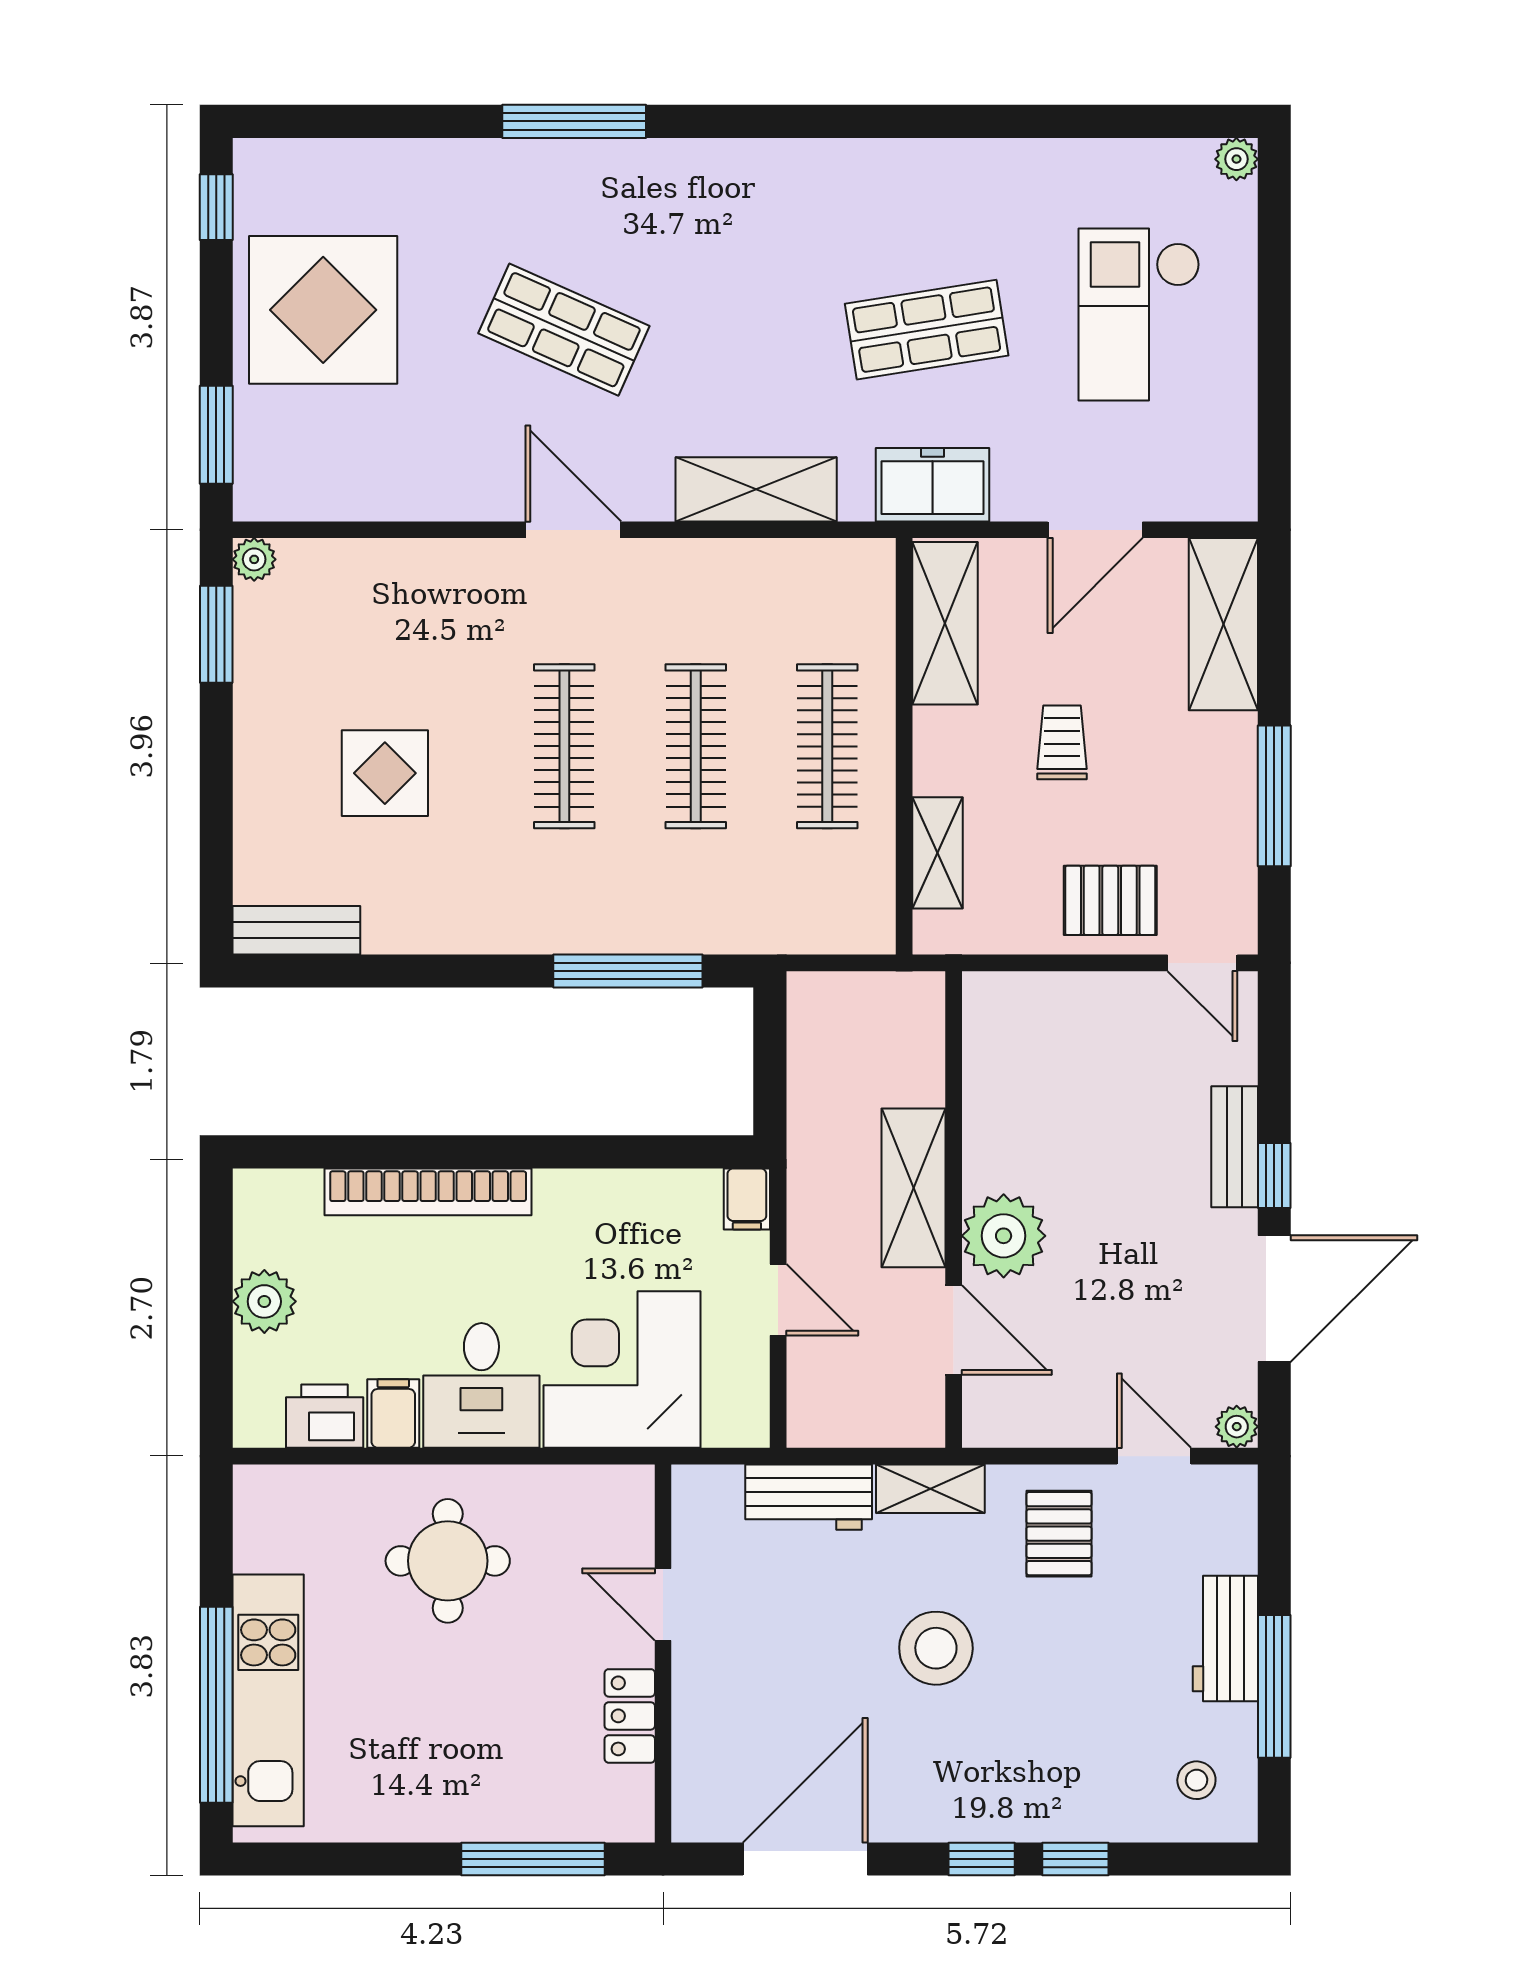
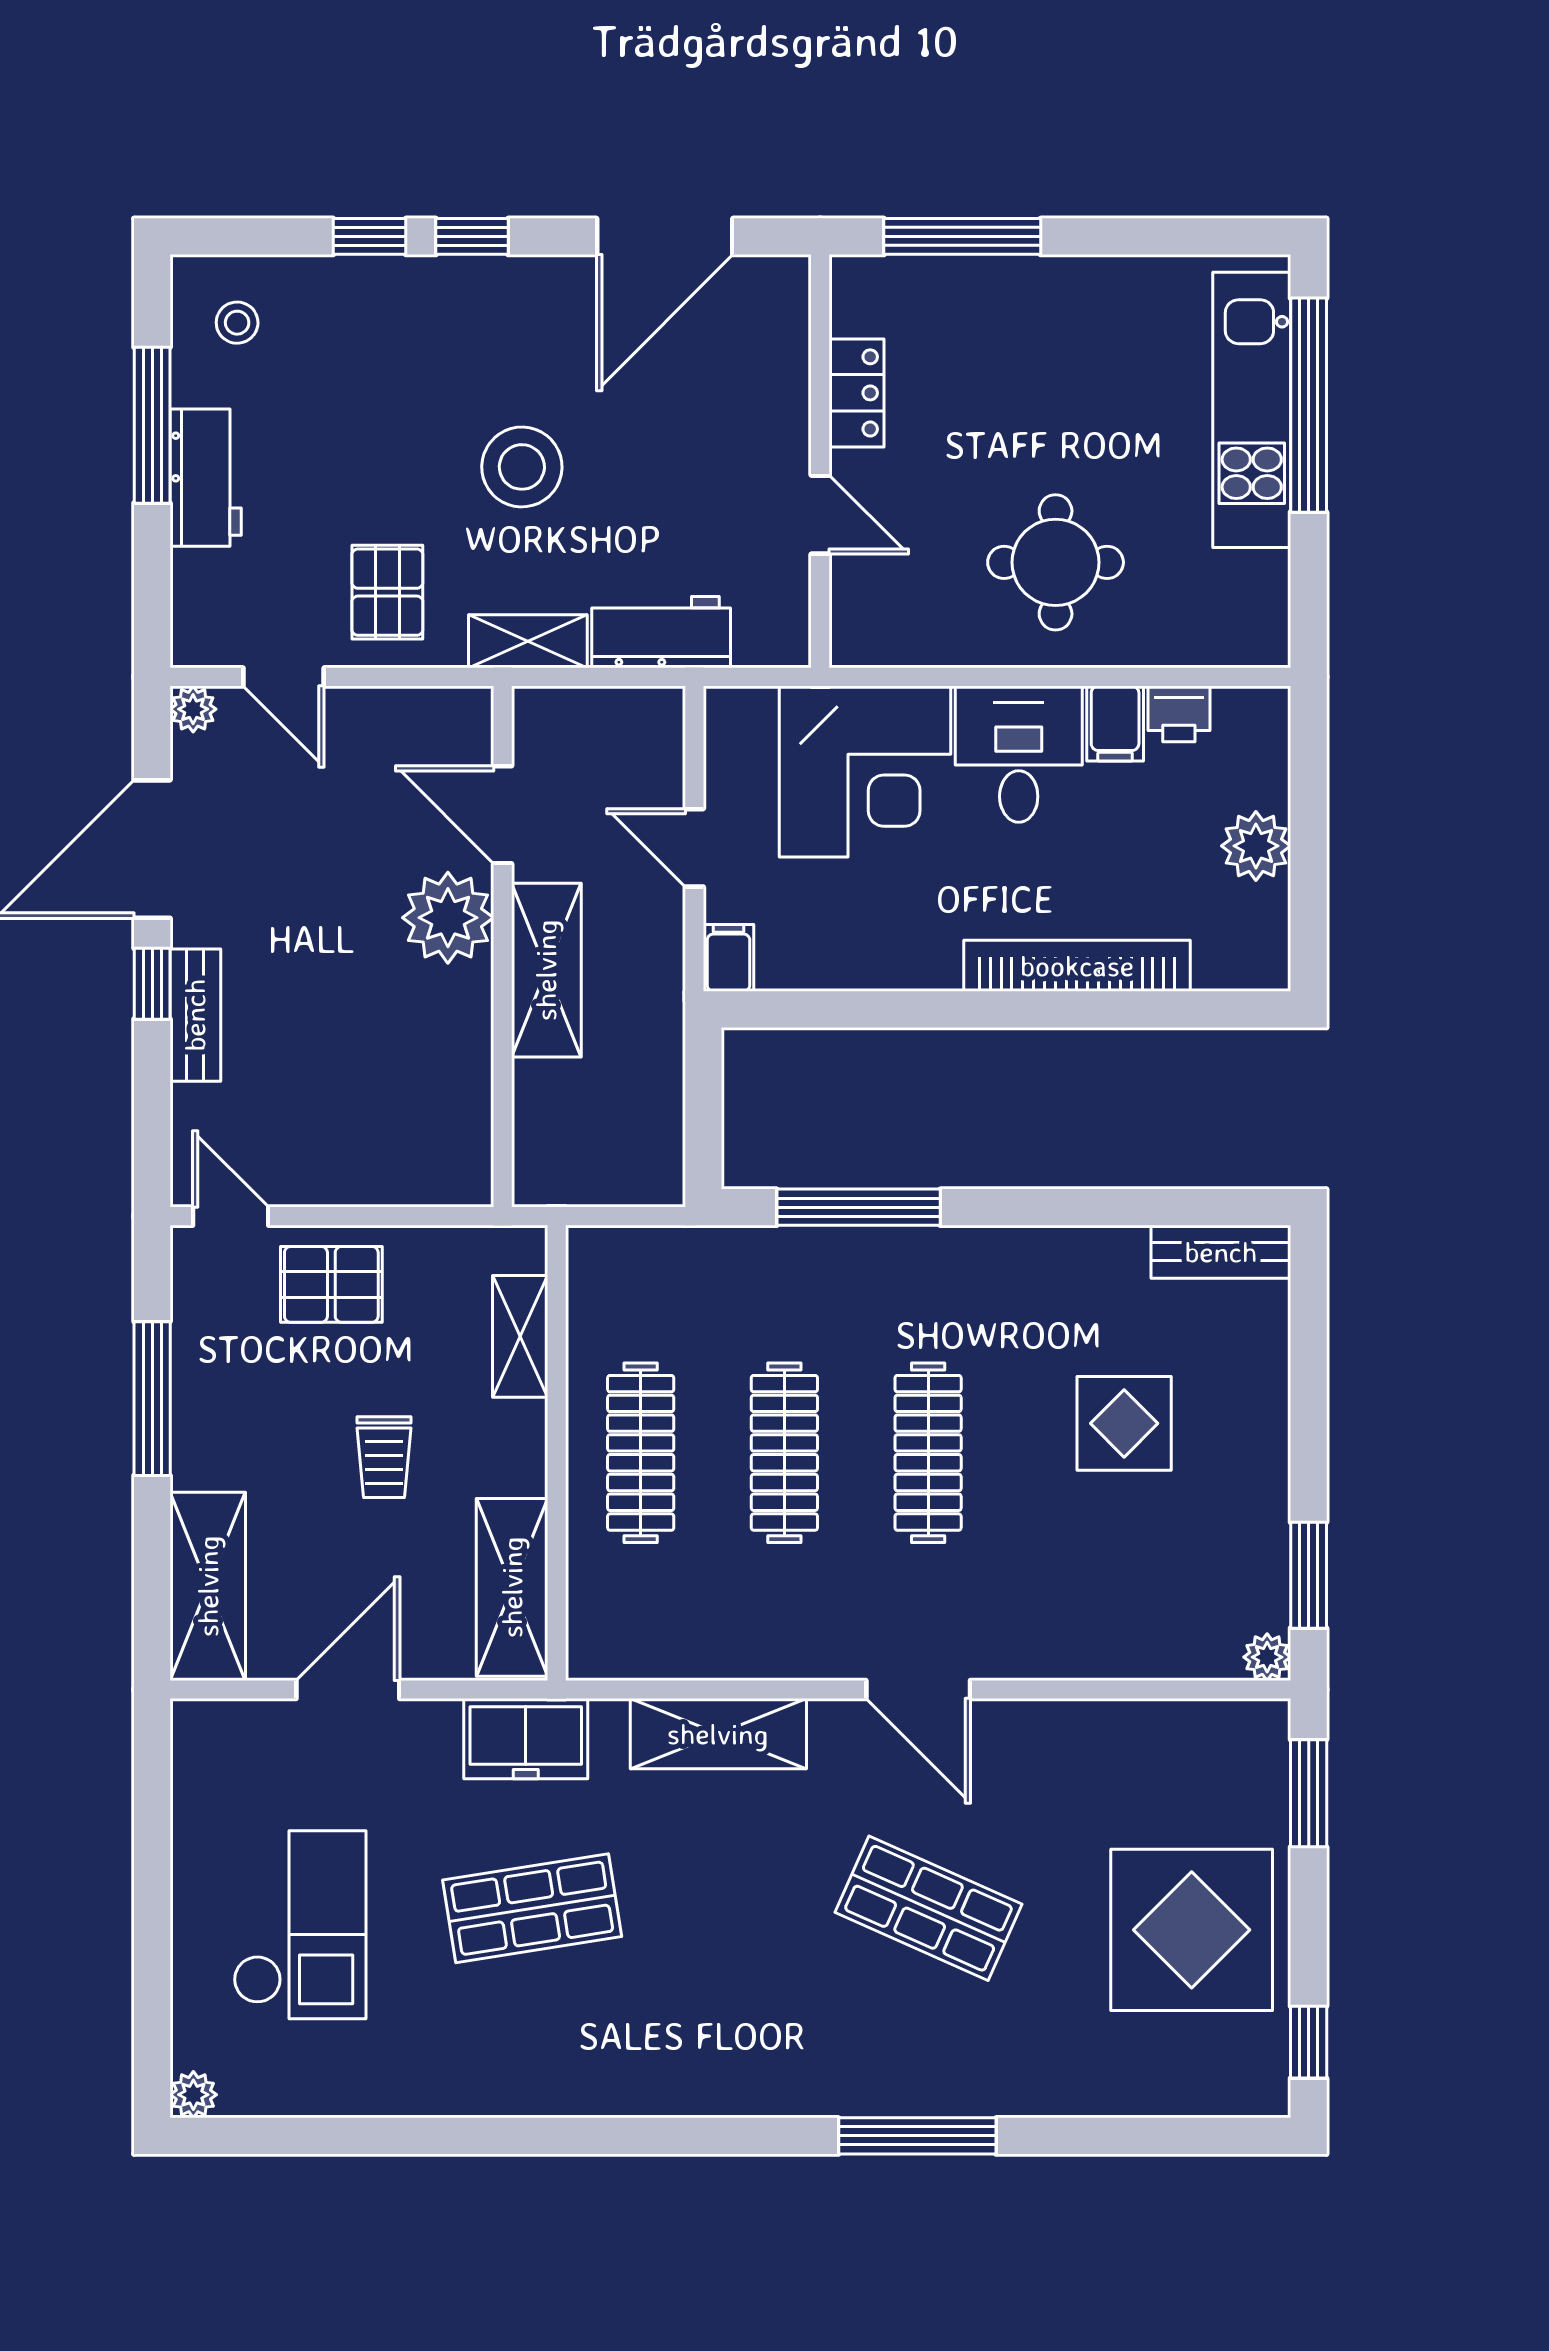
printer: (325, 1416) -> (1179, 714), width x0.73, depth x0.81

